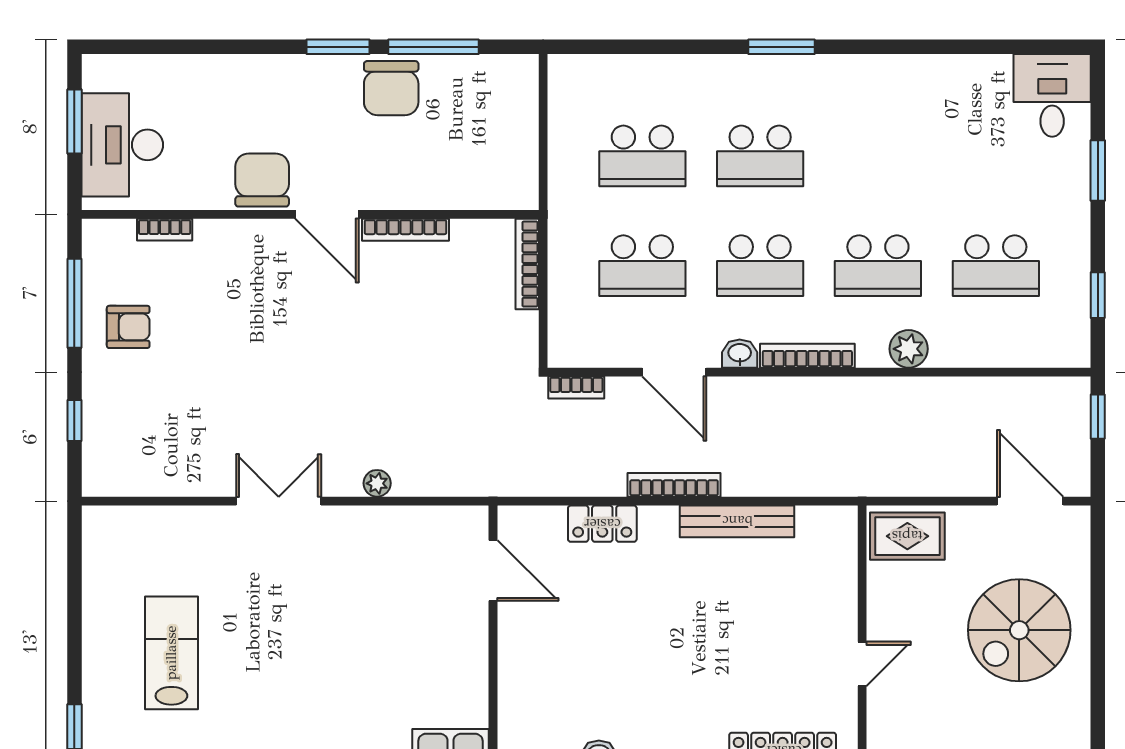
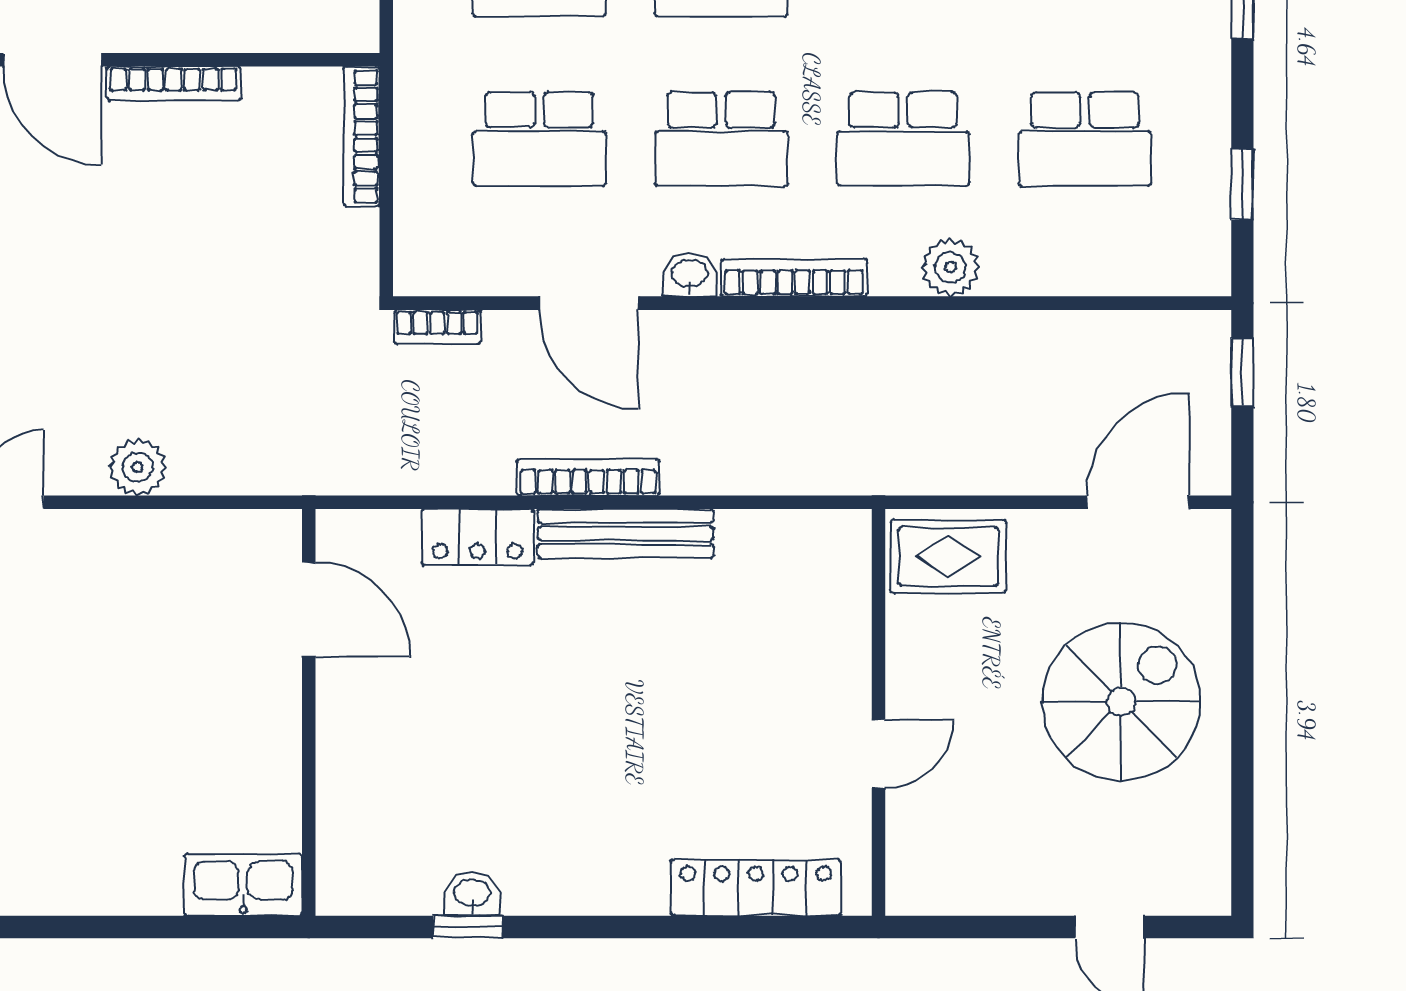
plant: (377, 483) -> (138, 467), width x1.38, depth x1.38
door: (1030, 501) -> (1138, 502), hinge flipped
bench: (737, 521) -> (626, 534), moved
spiral stairs: (1019, 630) -> (1121, 702), turned 180

